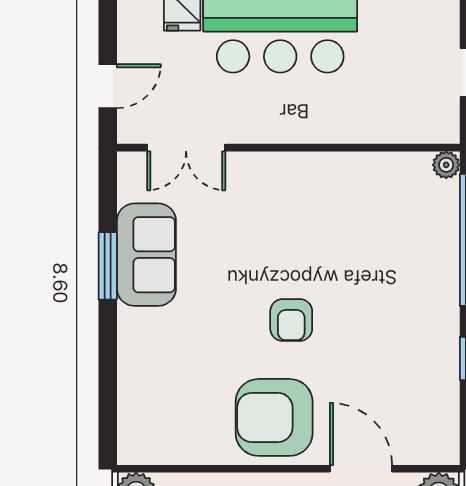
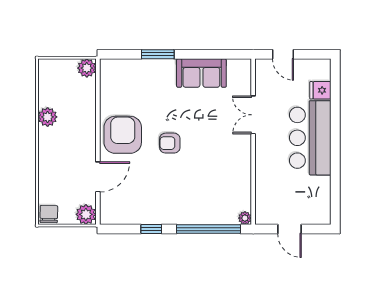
double door: (186, 148) -> (253, 115), moved
window: (108, 266) -> (158, 54), moved

